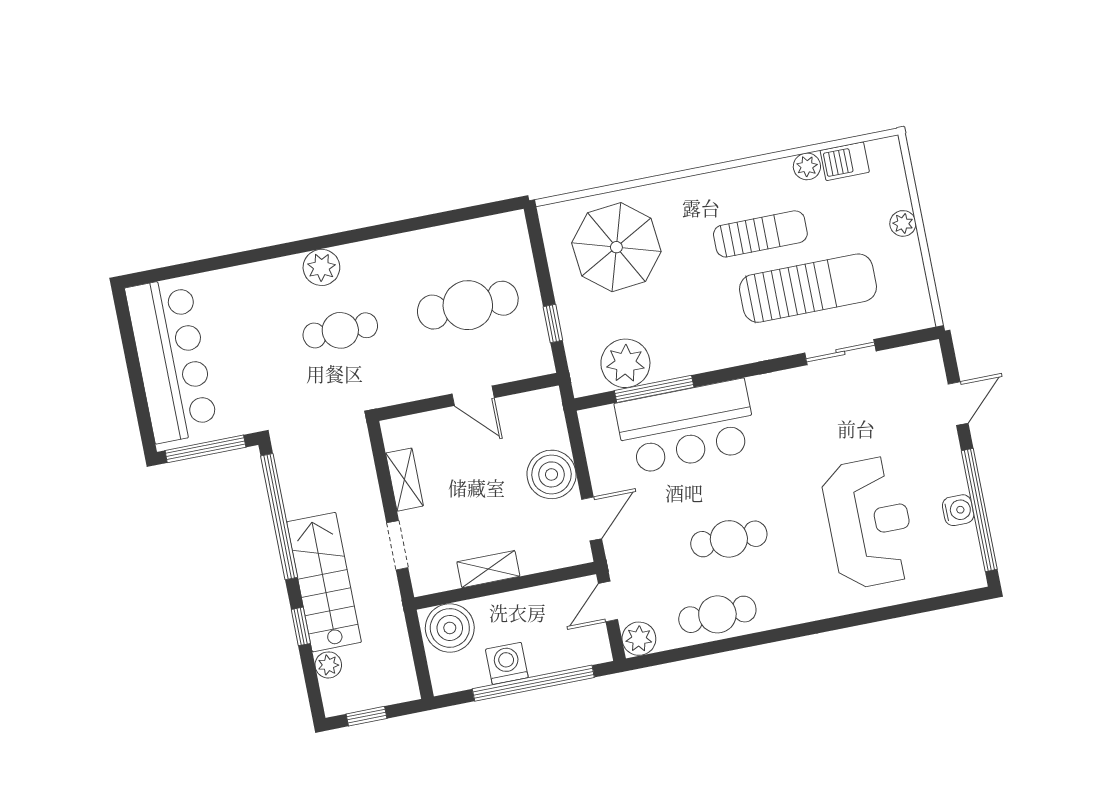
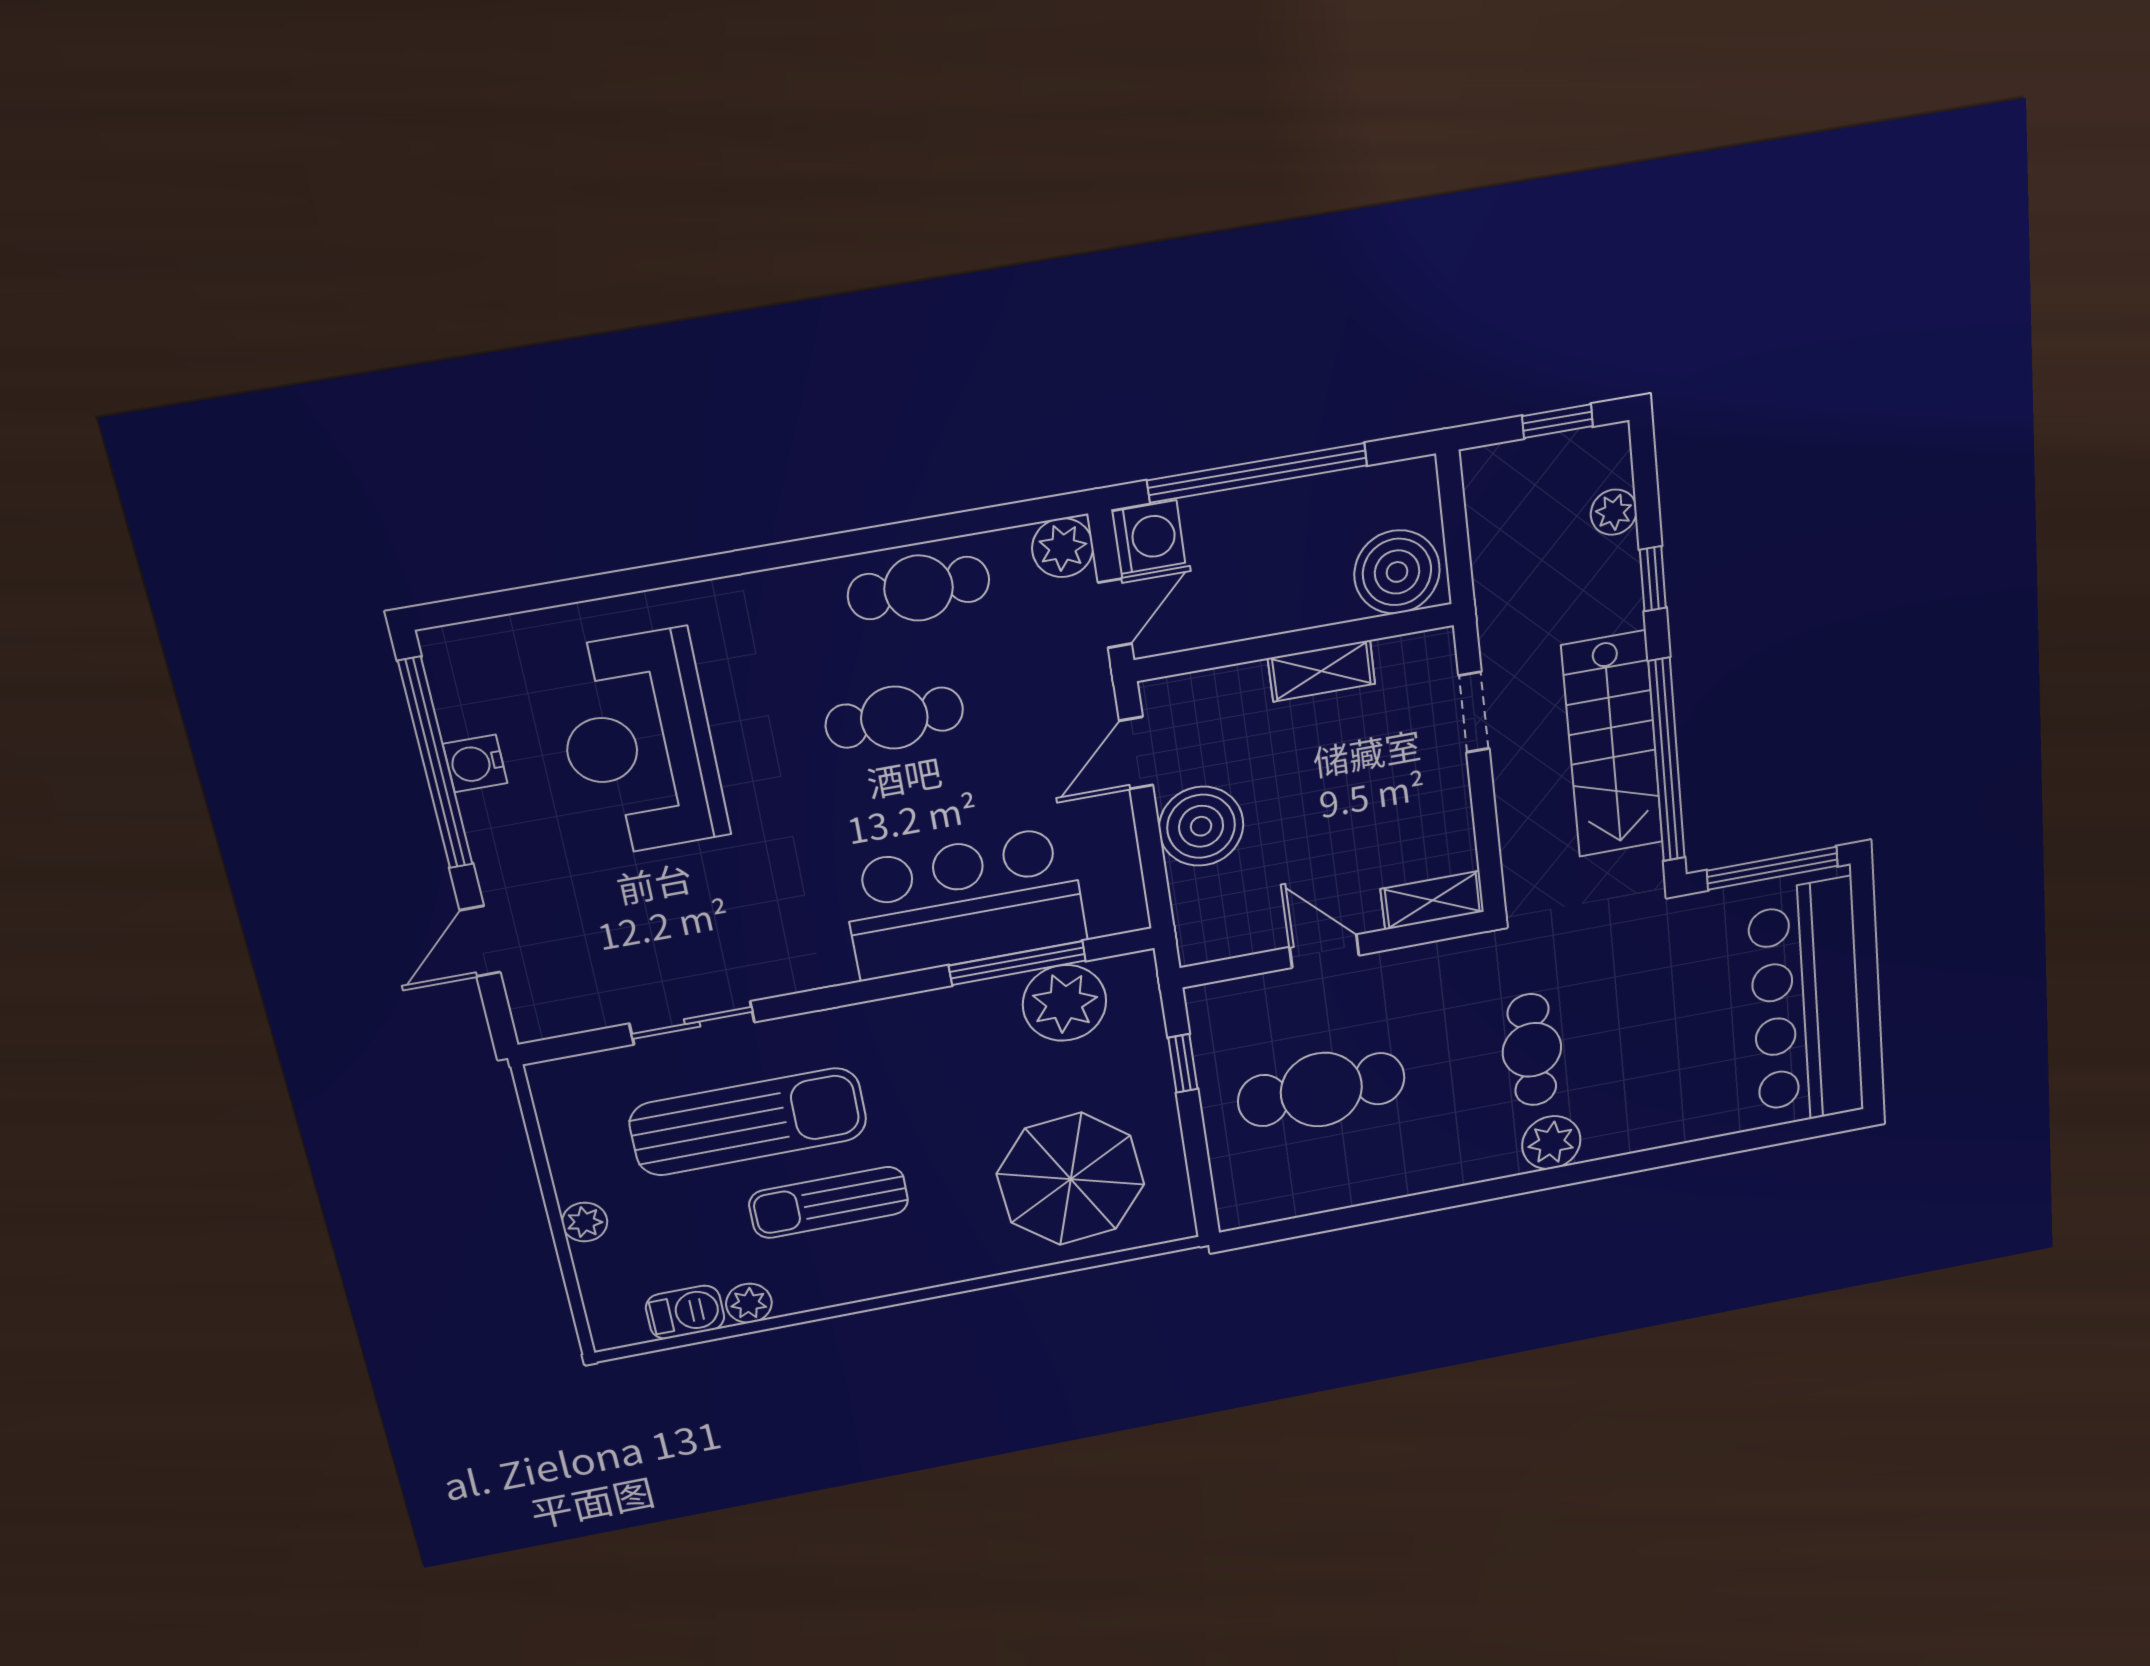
sun lounger: (808, 288) -> (748, 1122), turned 180
cafe table: (340, 330) -> (1532, 1050), turned 90
shelving: (404, 480) -> (1432, 900), moved, turned 90
stairs: (324, 582) -> (1612, 745), moved
washing machine: (507, 663) -> (1148, 537), moved, turned -90

